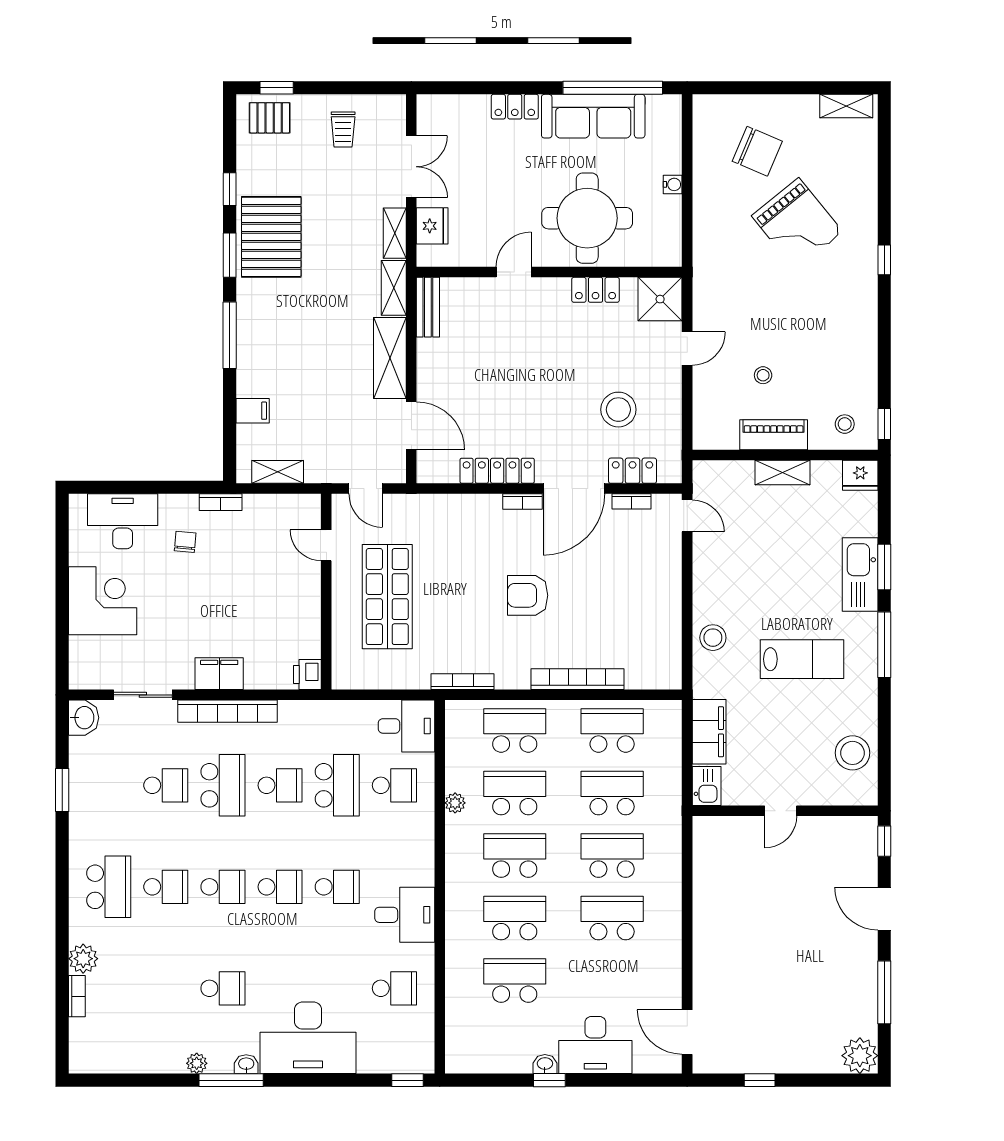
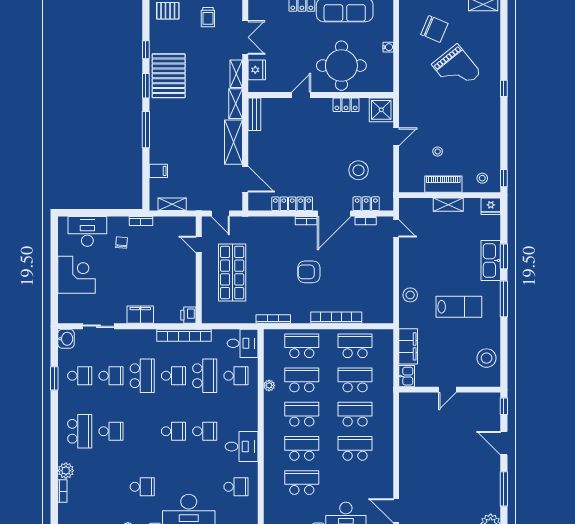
bookcase: (227, 711) -> (184, 335), moved
school desk: (223, 887) -> (80, 376), moved

